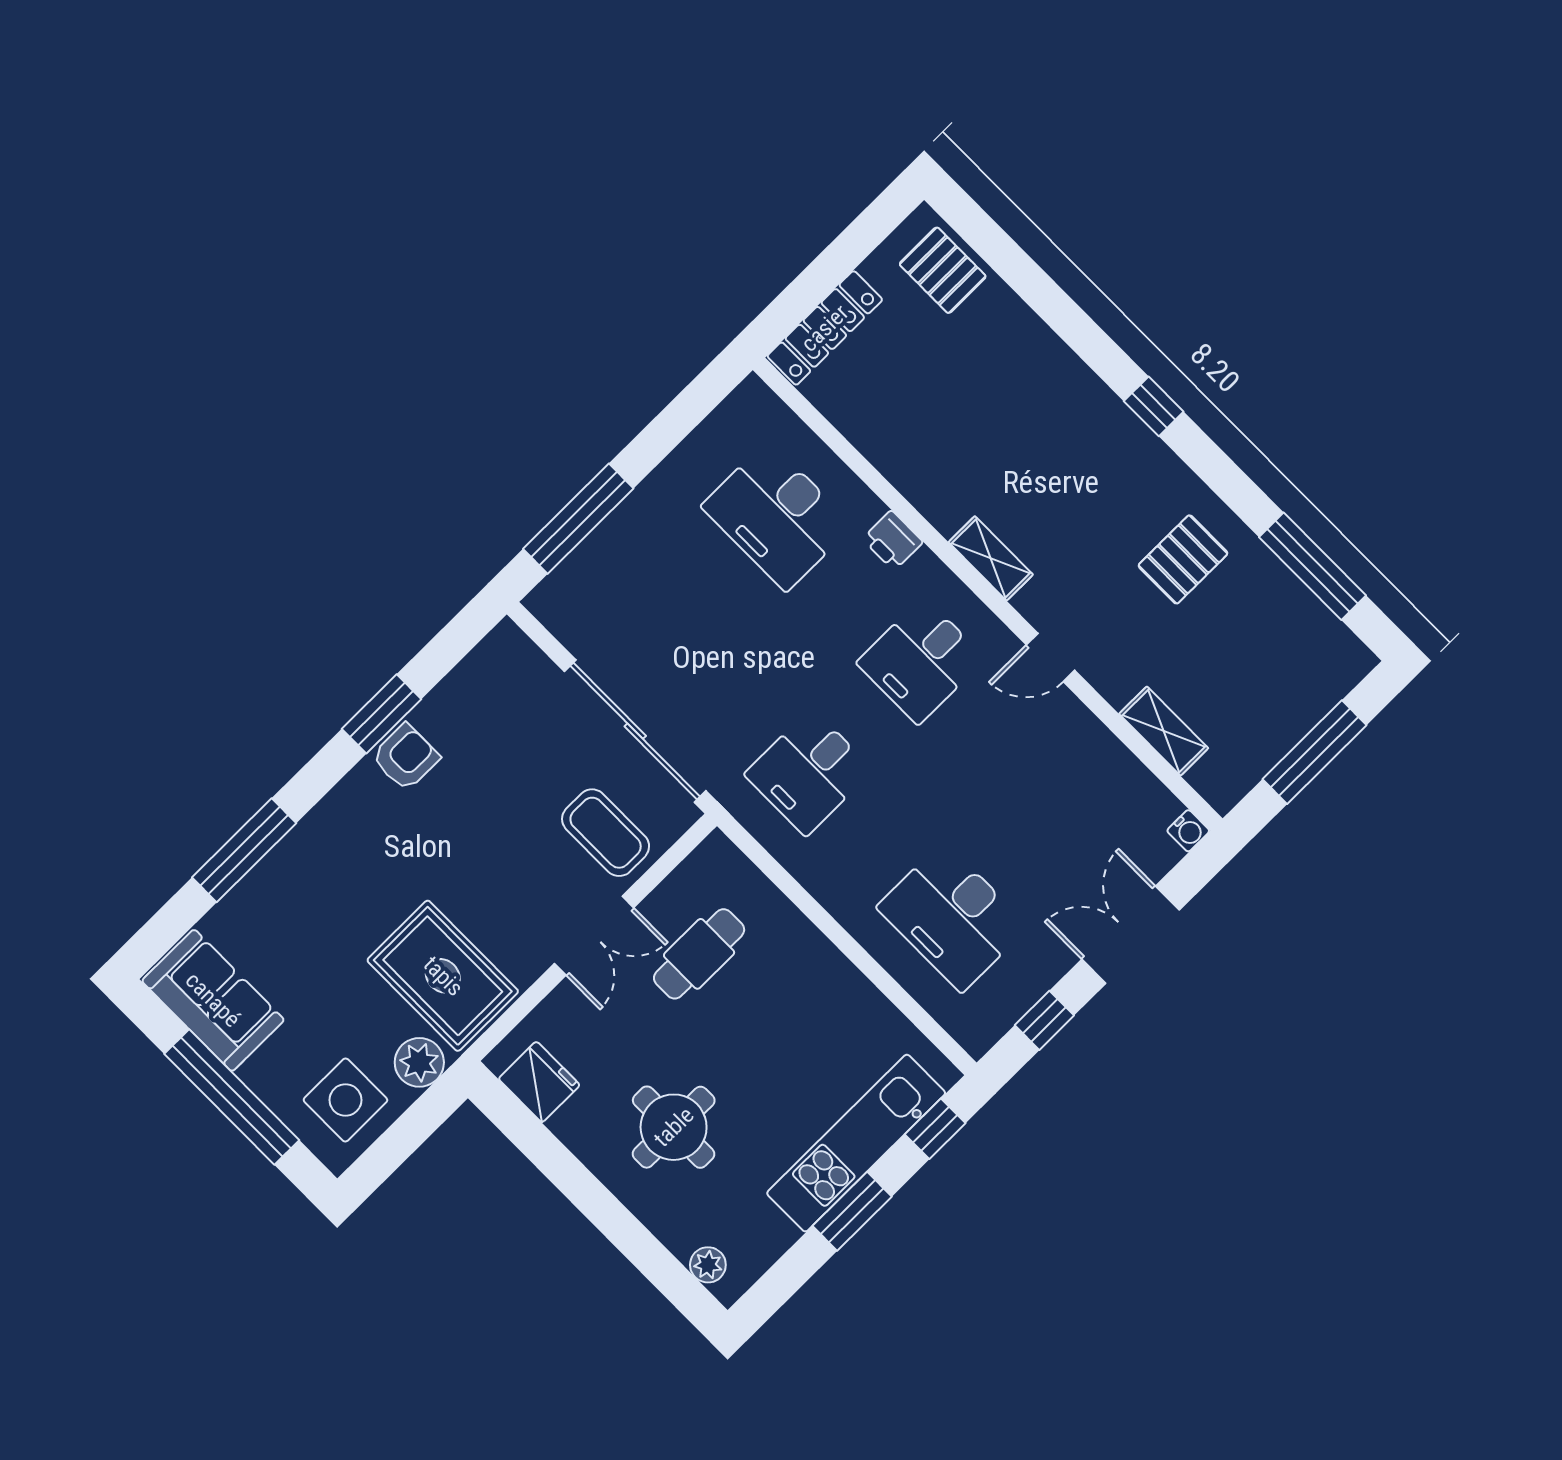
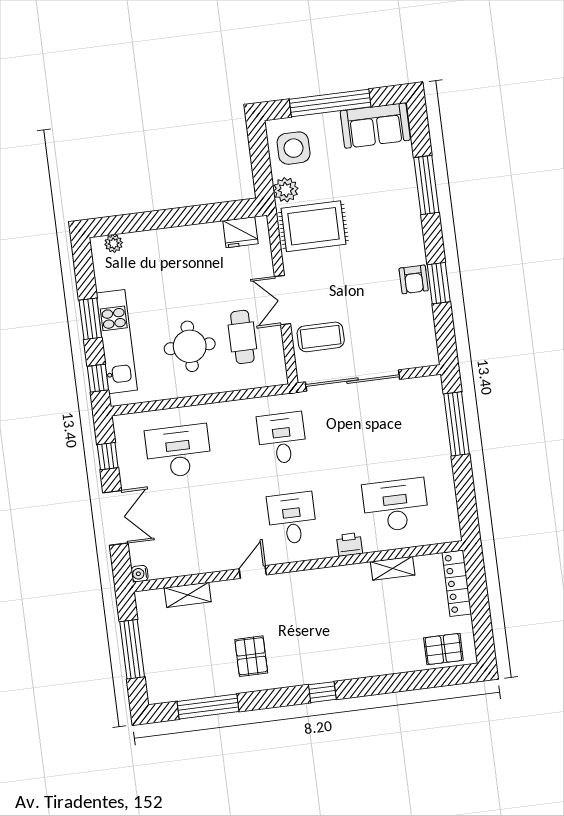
shelving: (991, 558) -> (393, 568), moved
round table: (674, 1127) -> (190, 346), moved

